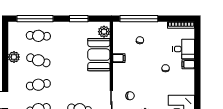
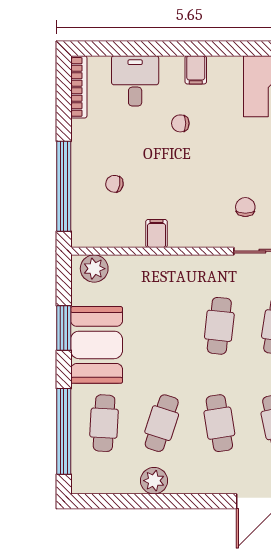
booth: (99, 55) -> (97, 345), moved, turned 90
filing cabinet: (188, 64) -> (196, 70), moved
cafe table: (80, 85) -> (219, 326), added

